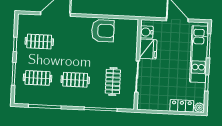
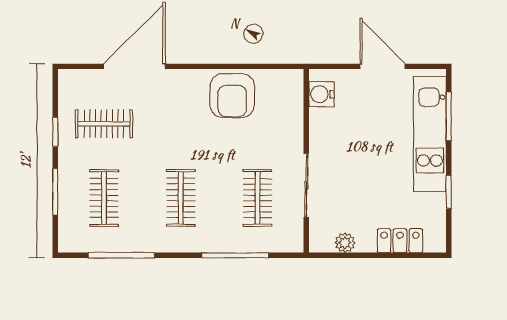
armchair: (103, 31) -> (232, 96), turned 90
fridge: (148, 49) -> (326, 129), removed
clothes rail: (37, 78) -> (104, 198), turned 90
clothes rail: (75, 80) -> (181, 198), turned 90
plant: (199, 108) -> (345, 243), moved

